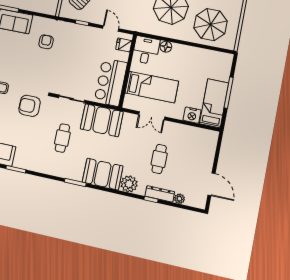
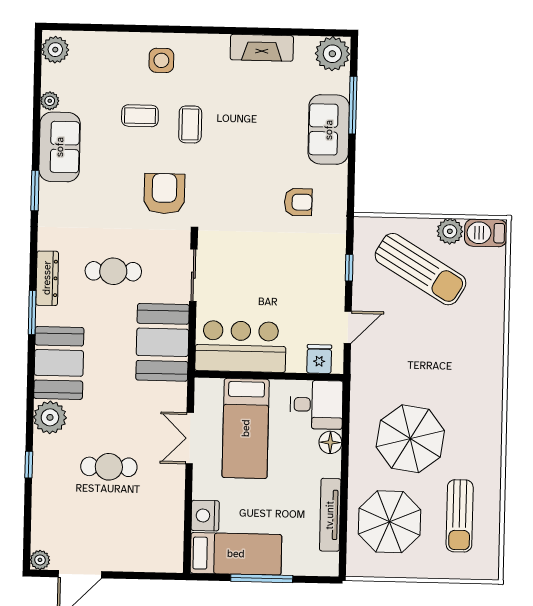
tv unit: (202, 53) -> (330, 515), added
dresser: (160, 194) -> (47, 278), moved
plant: (180, 199) -> (40, 560), moved

